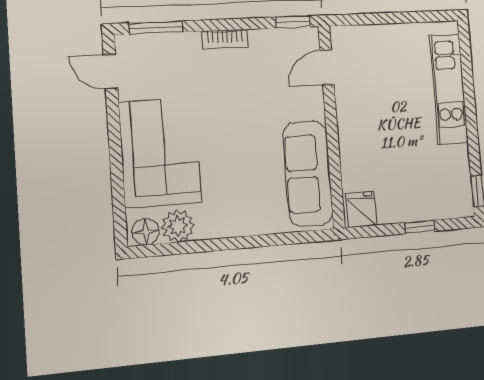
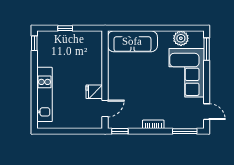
sofa: (308, 174) -> (132, 41), moved, turned 90
window: (119, 207) -> (207, 49), added
fridge: (361, 209) -> (94, 92), moved, turned 90
floor lamp: (146, 232) -> (196, 37), removed

